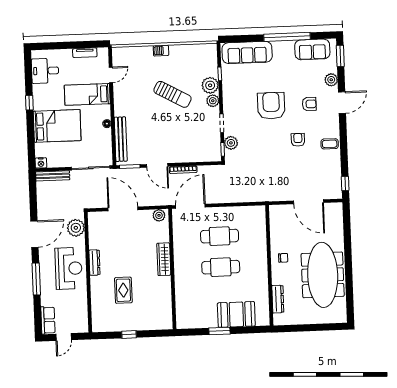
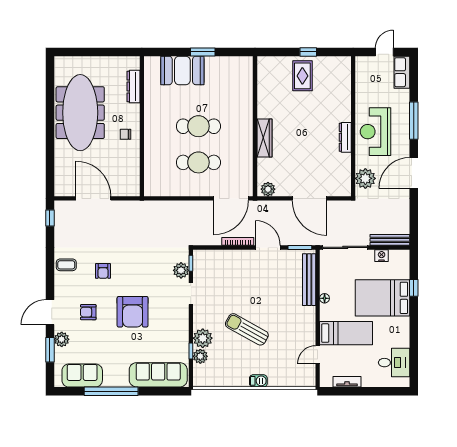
window: (340, 56) -> (50, 350), moved
plant: (213, 101) -> (200, 356), moved
window: (29, 103) -> (414, 288), moved
nightstand: (41, 163) -> (382, 256), moved
rug: (123, 290) -> (302, 76), moved

